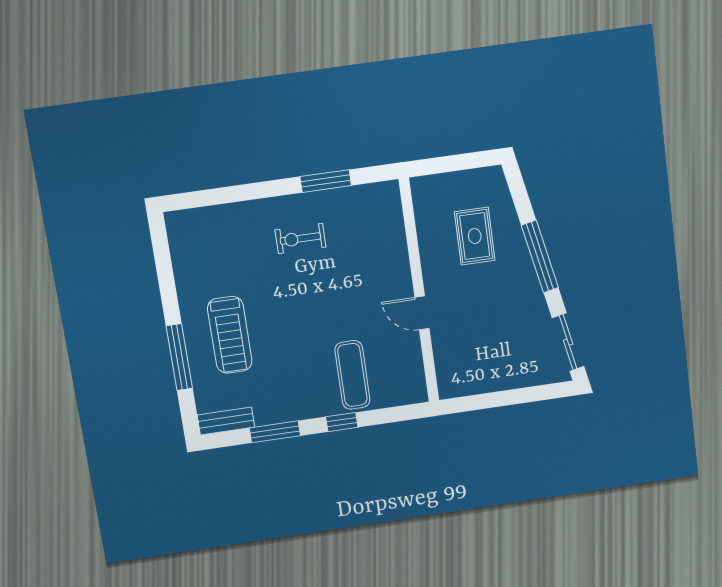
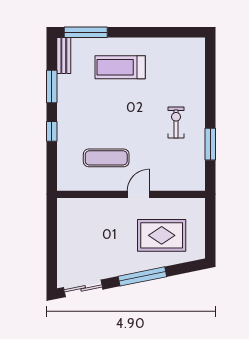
rug: (475, 236) -> (162, 235), width x1.36, depth x1.43
door: (422, 313) -> (138, 194), moved
window: (179, 357) -> (86, 32), moved
exercise mat: (352, 375) -> (106, 158), moved

